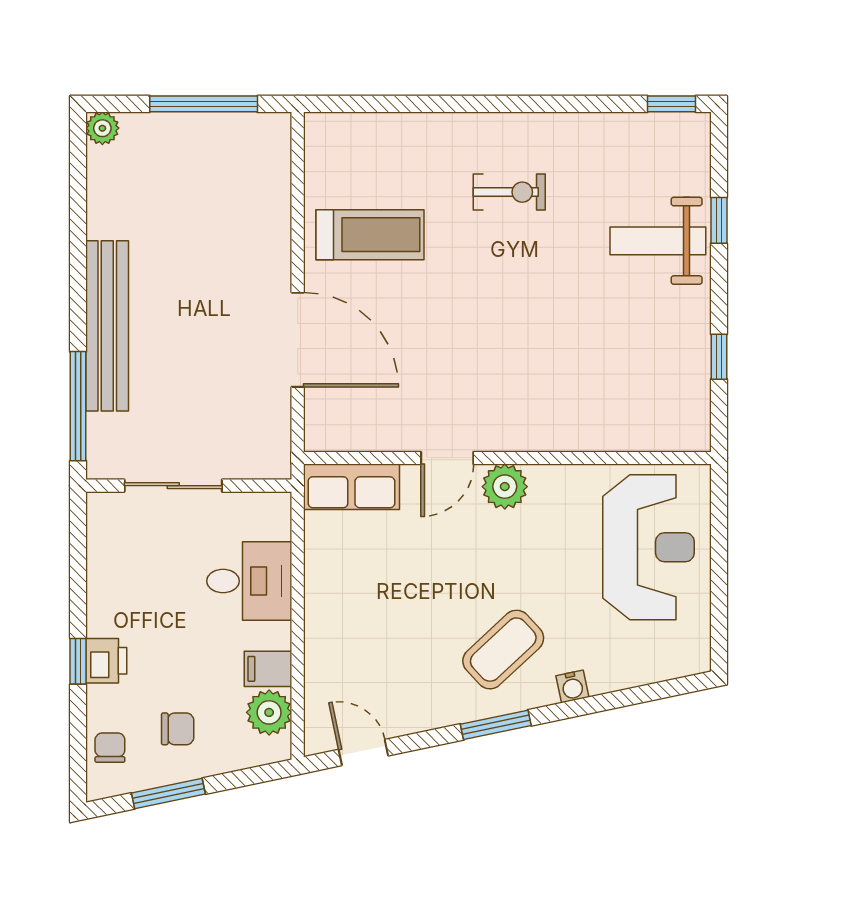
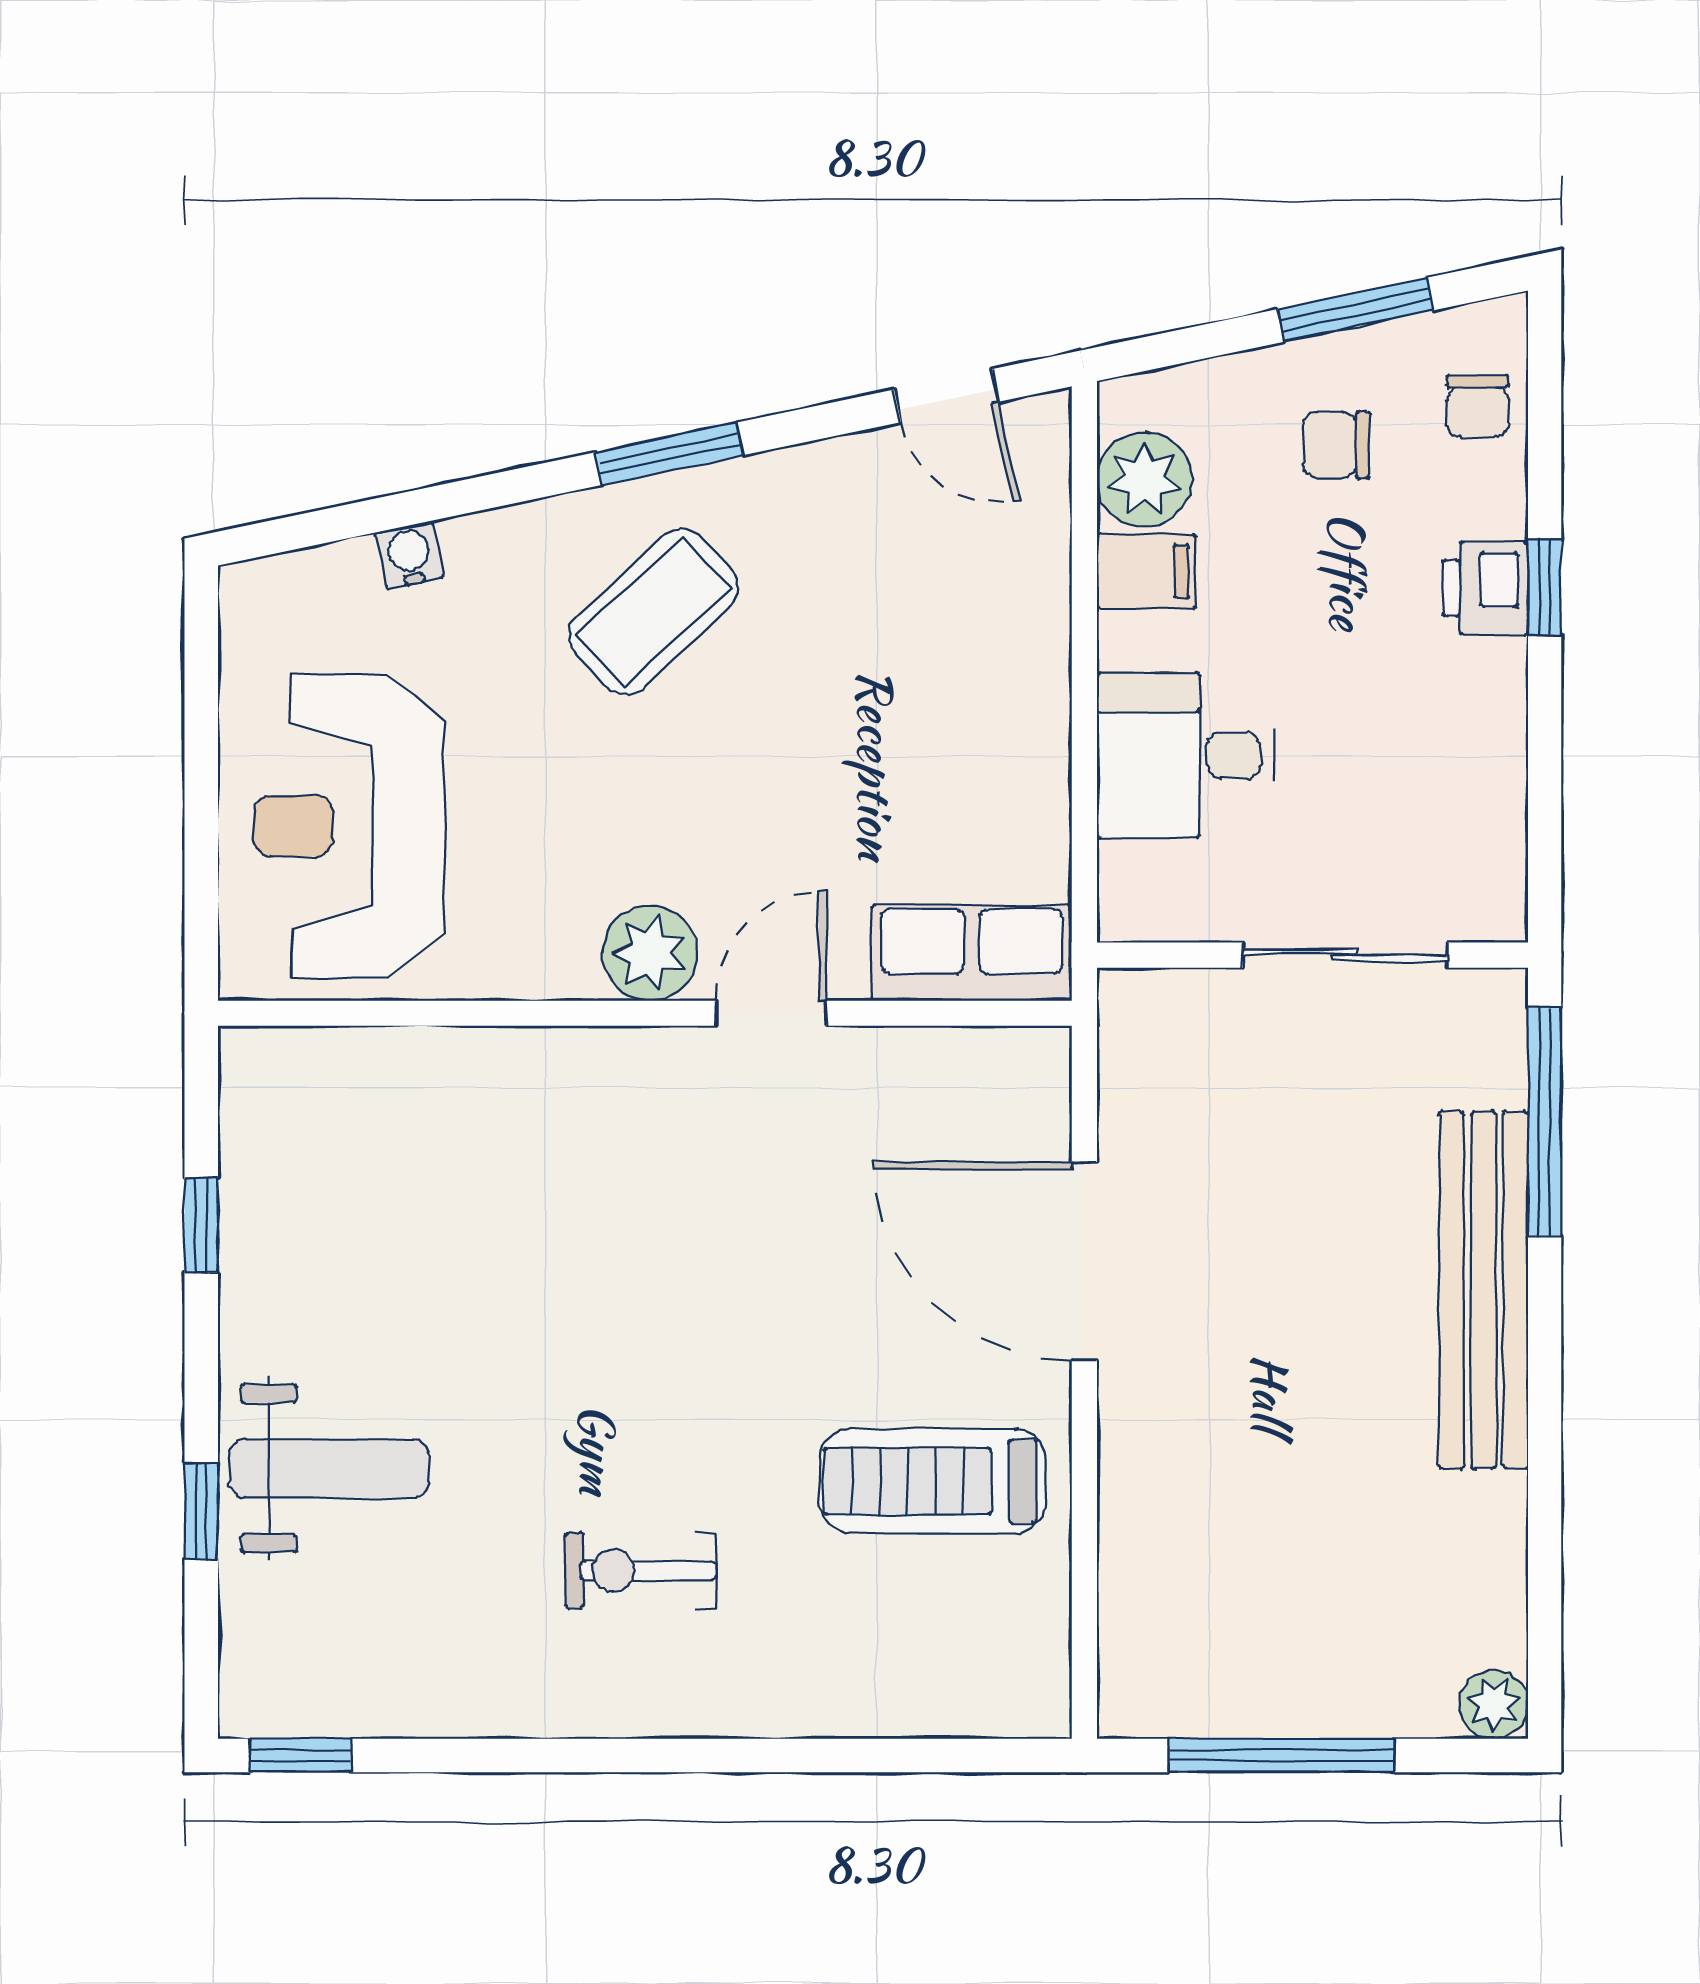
water cooler: (572, 686) -> (409, 555), moved

